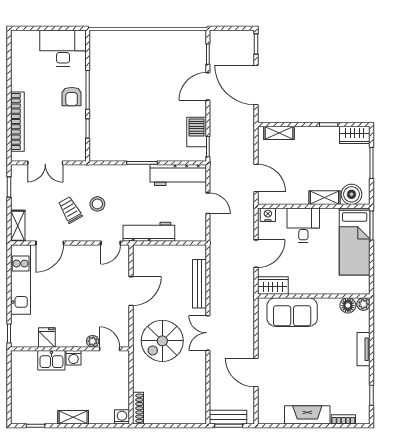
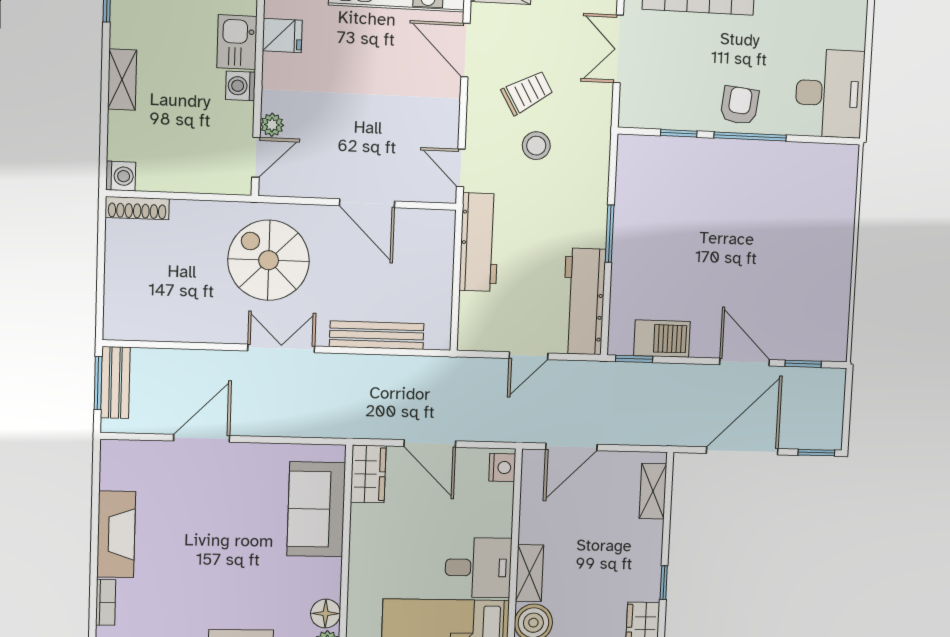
armchair: (72, 96) -> (740, 105), turned 96
desk: (303, 225) -> (478, 568), moved

